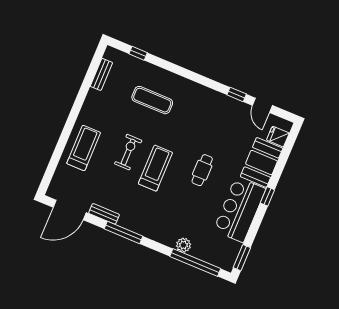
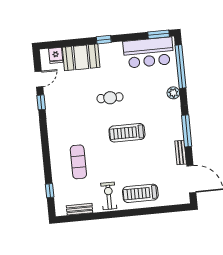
exercise bike: (128, 152) -> (109, 196), moved, turned 90
bar counter: (240, 210) -> (148, 53), moved
plant: (183, 245) -> (173, 93), moved

